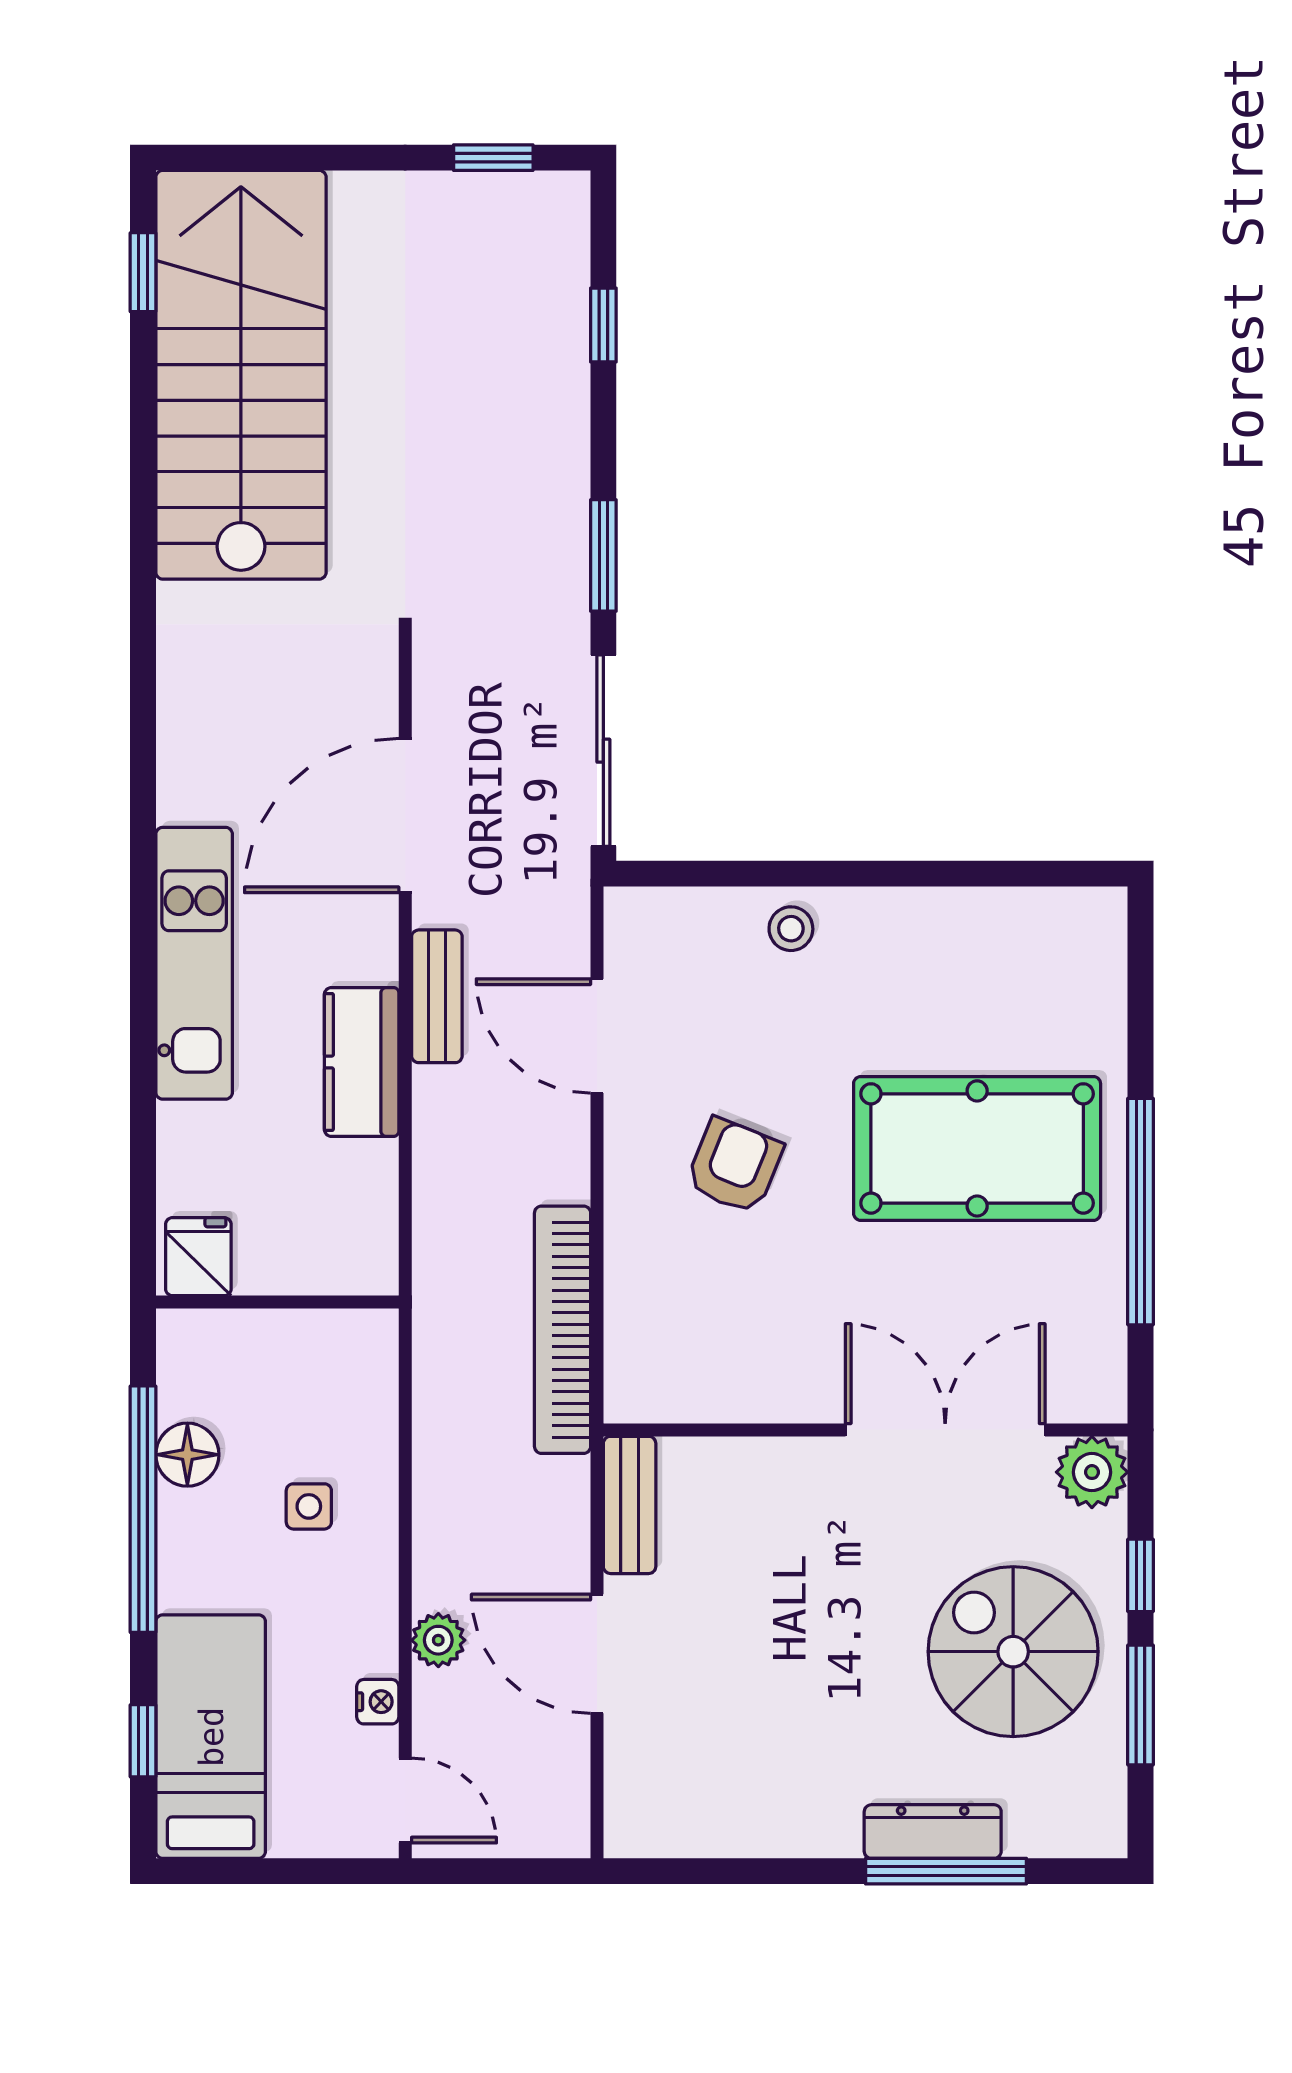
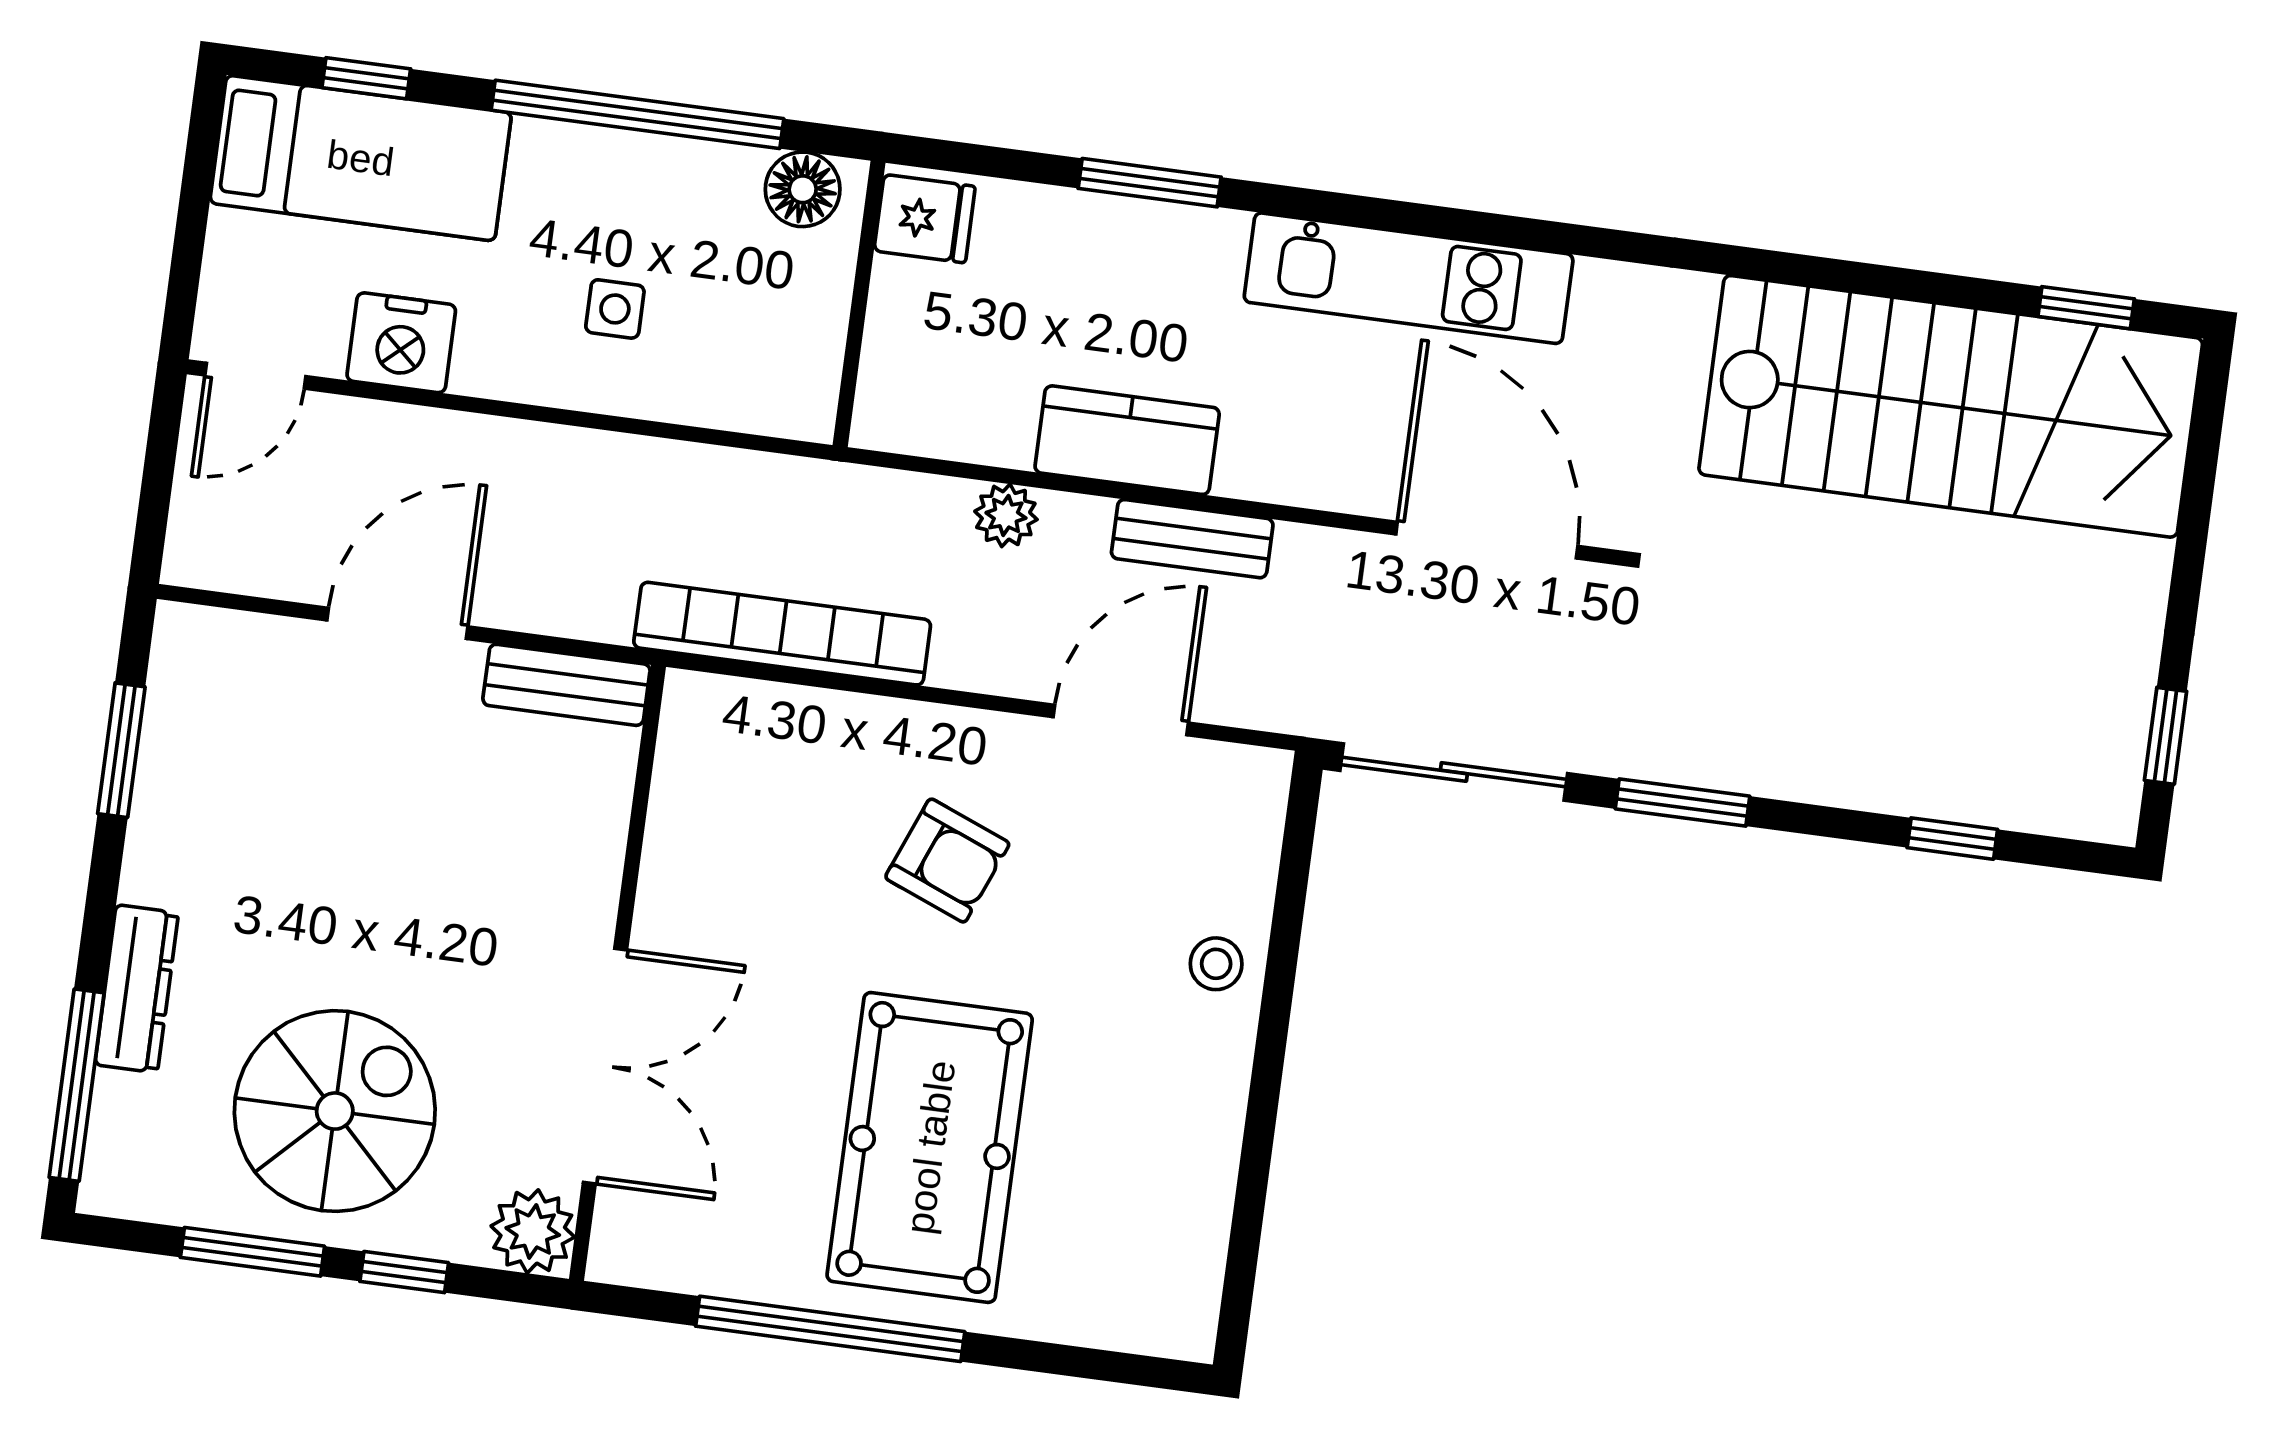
door: (405, 816) -> (1487, 540), moved
kitchen unit: (194, 963) -> (1409, 278), moved
window: (143, 1072) -> (1150, 183), added
floor lamp: (187, 1455) -> (803, 189), moved
plant: (438, 1640) -> (1006, 515), moved
nightstand: (378, 1702) -> (401, 343), width x1.89, depth x1.79
window: (734, 1871) -> (121, 750), added
window: (946, 1871) -> (77, 1085), moved

